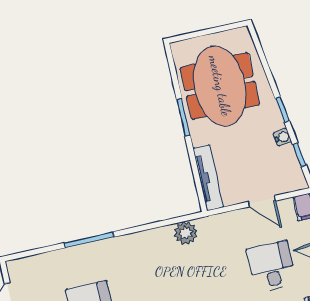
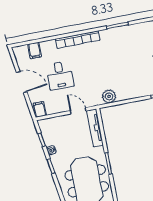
door: (262, 201) -> (78, 111), moved

